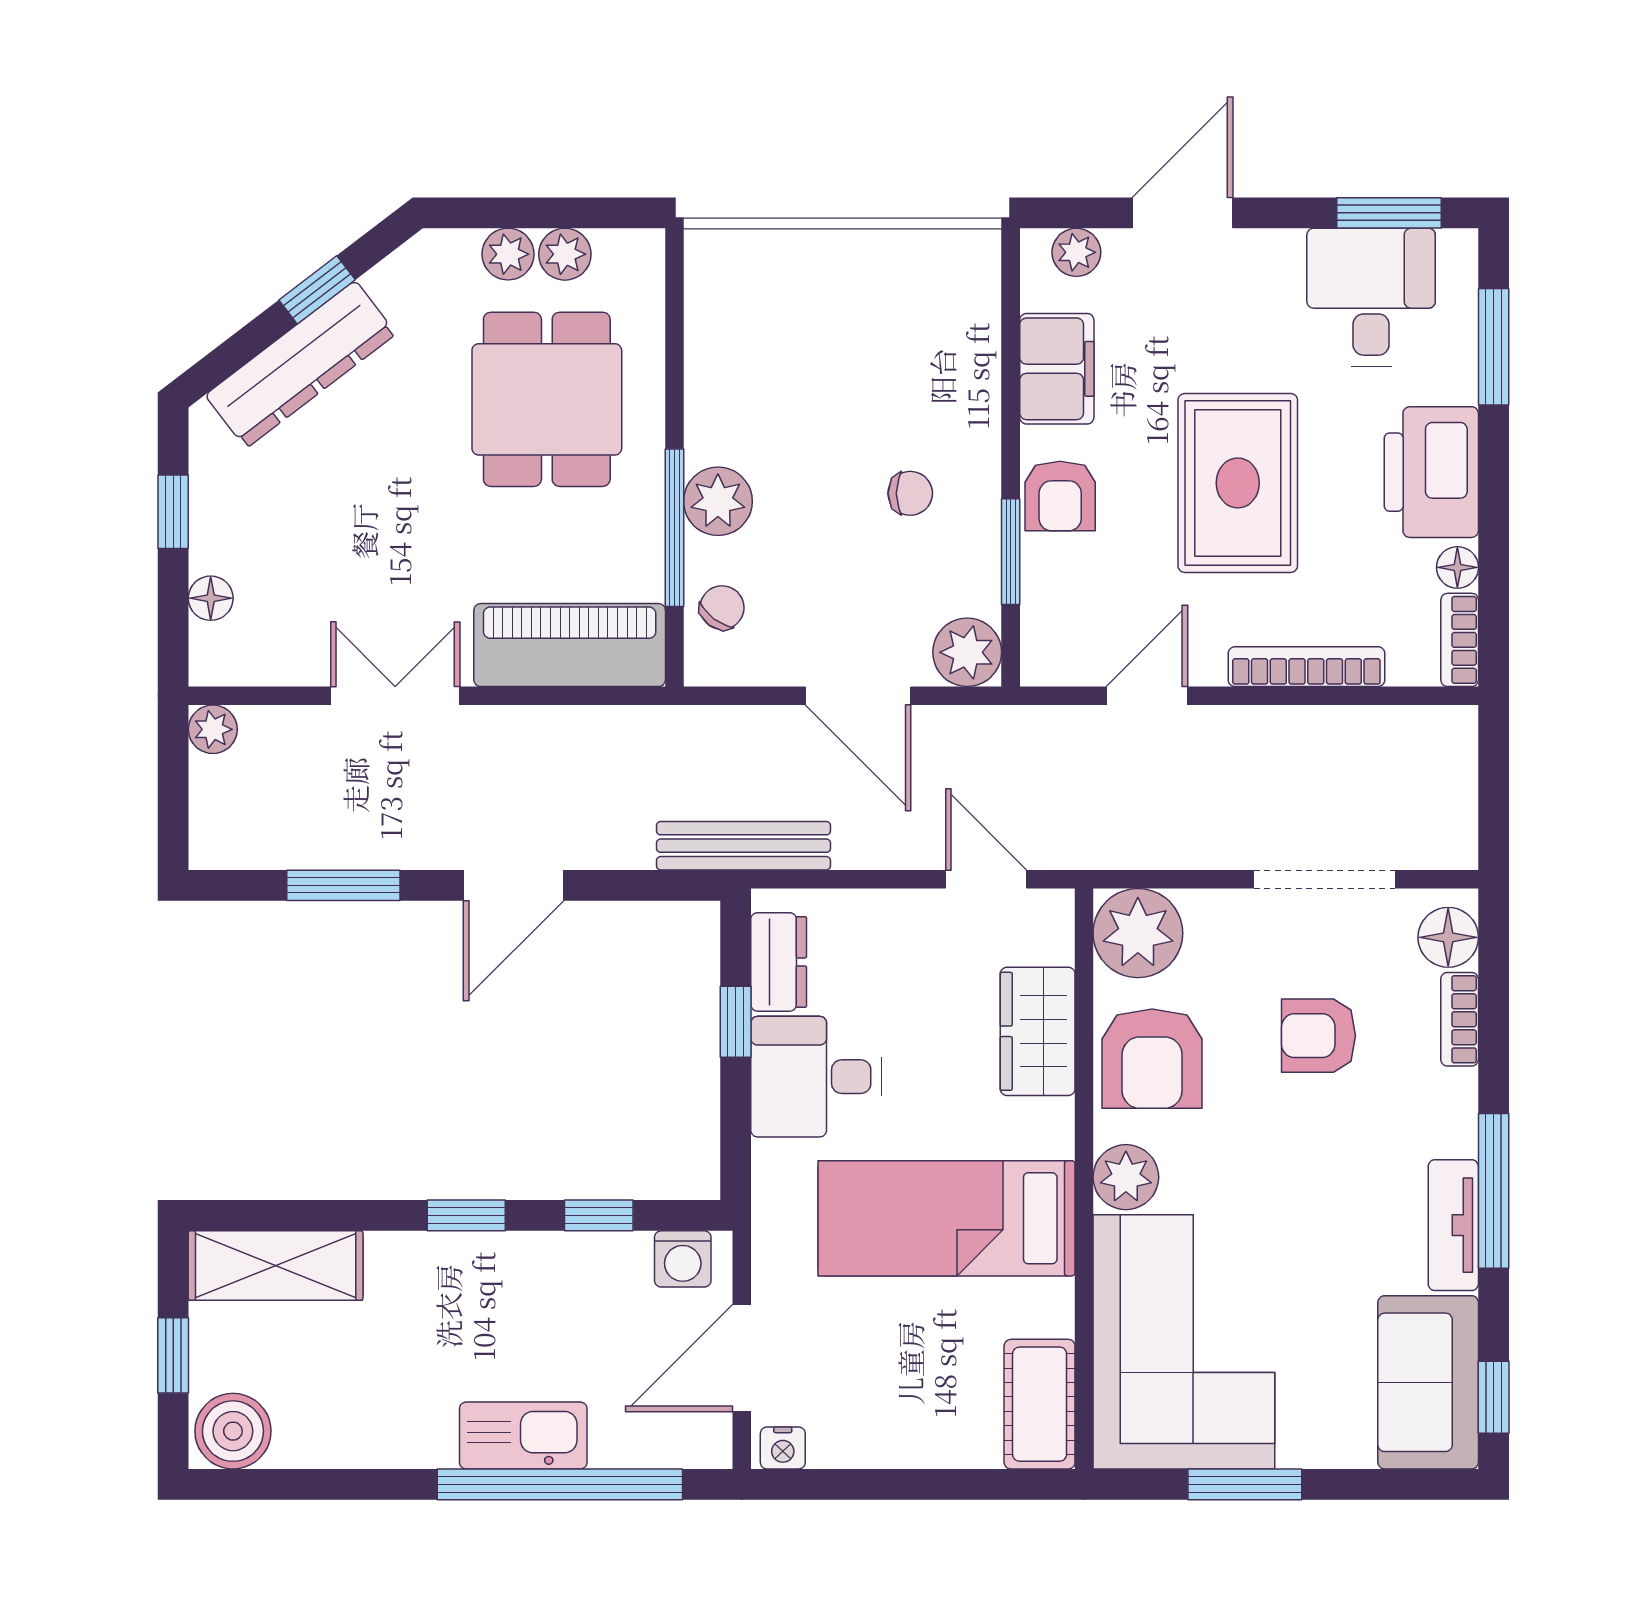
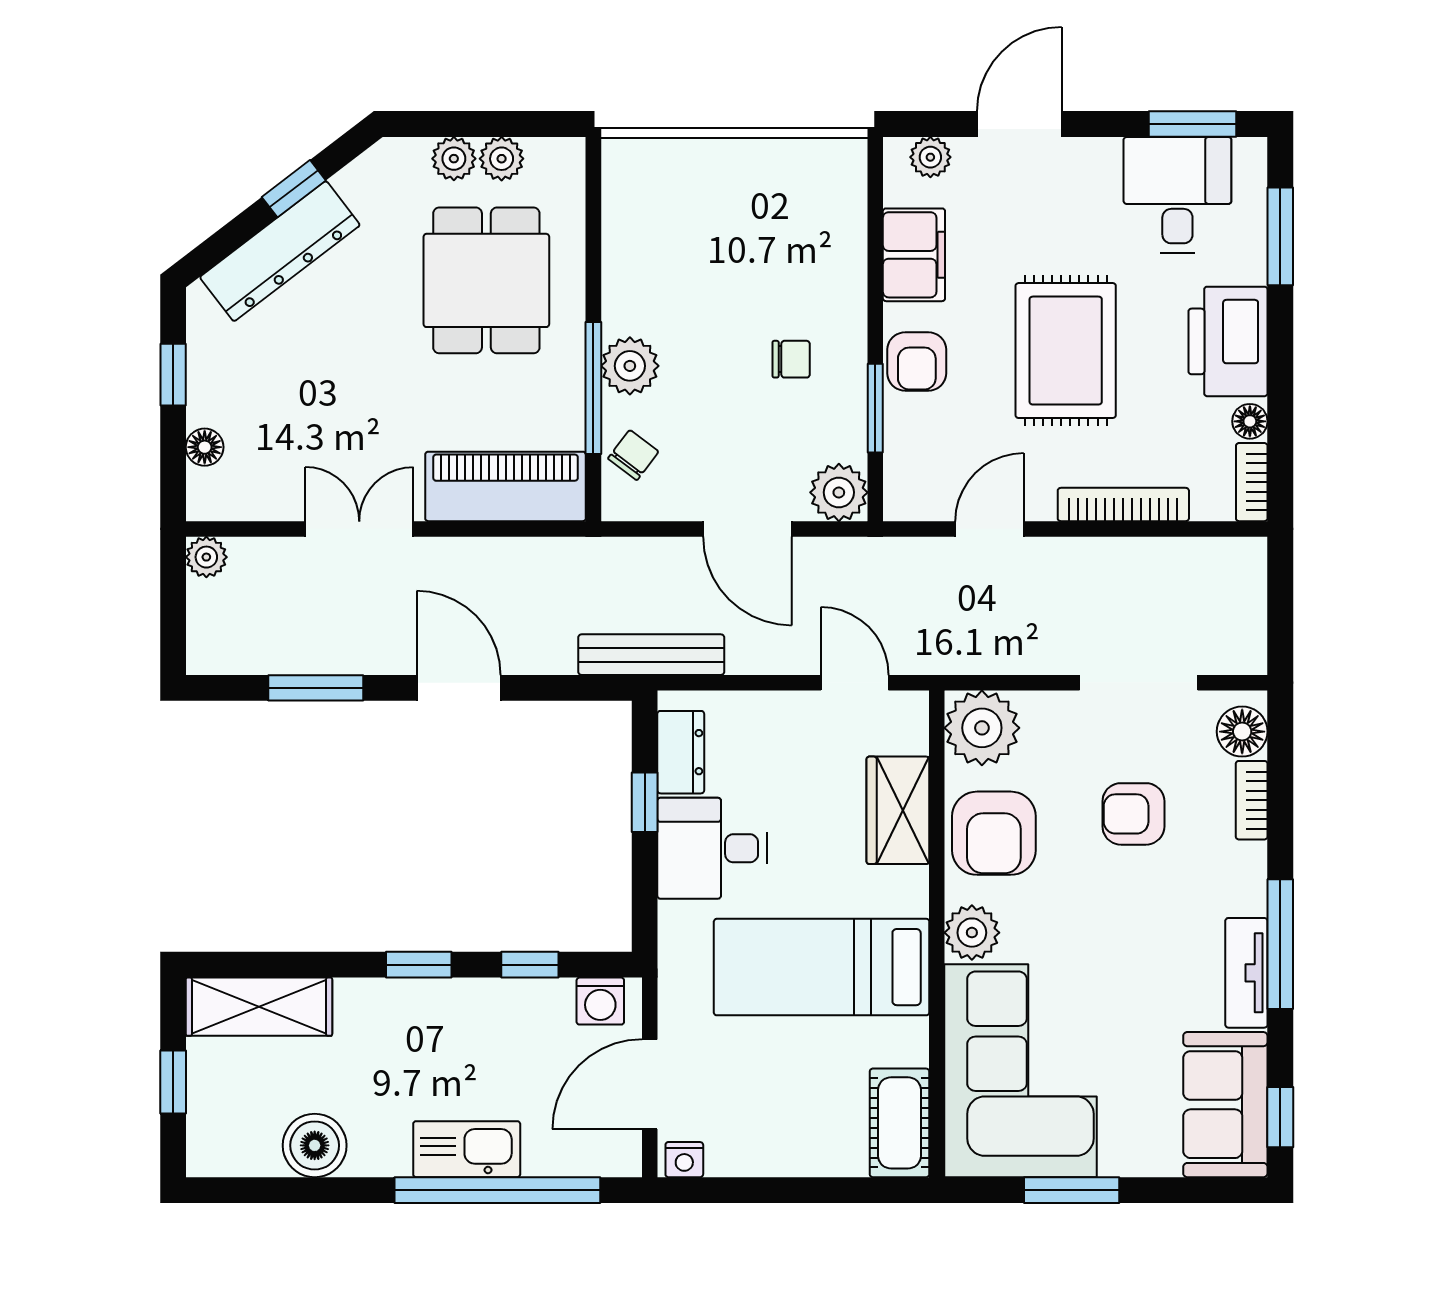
door: (514, 885) -> (459, 688), swing flipped
boiler: (233, 1431) -> (315, 1145), moved

